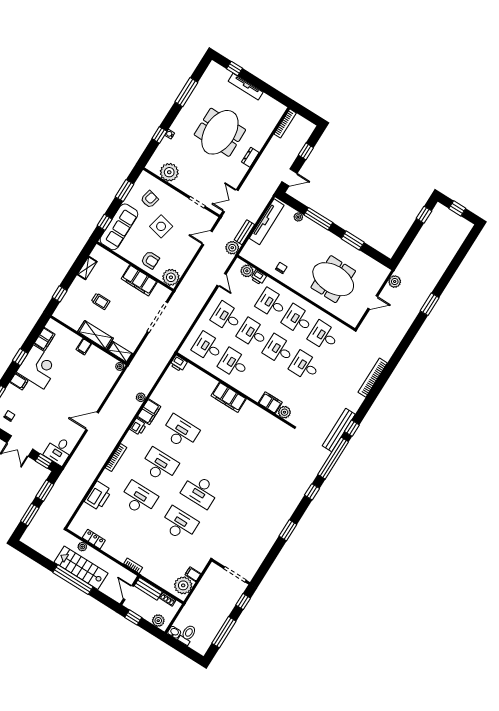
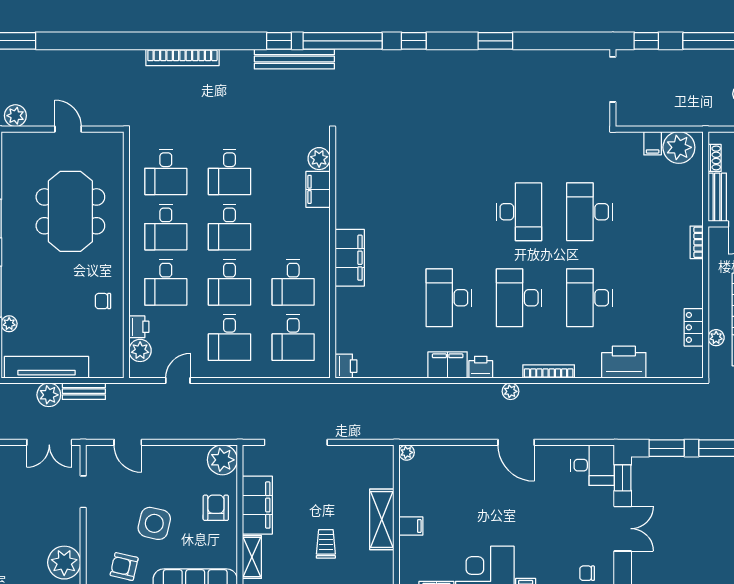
plant: (232, 248) -> (49, 395), moved
shelving: (120, 352) -> (252, 557), moved
plant: (141, 397) -> (511, 391), moved

